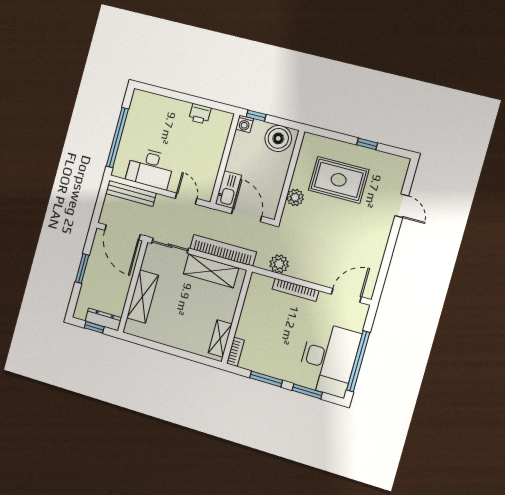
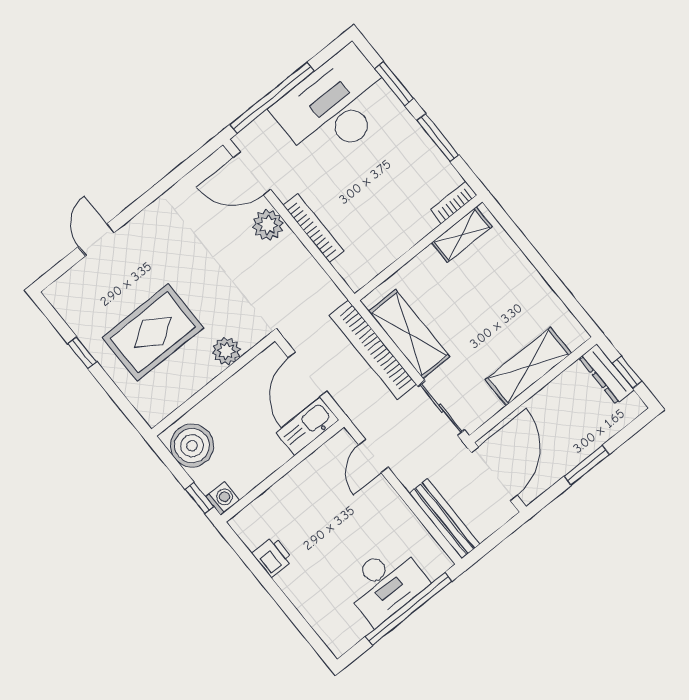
desk: (150, 168) -> (385, 584), moved, turned 90
rug: (339, 180) -> (153, 333), turned 90
plant: (279, 264) -> (268, 225), moved
window: (358, 361) -> (272, 98), moved

